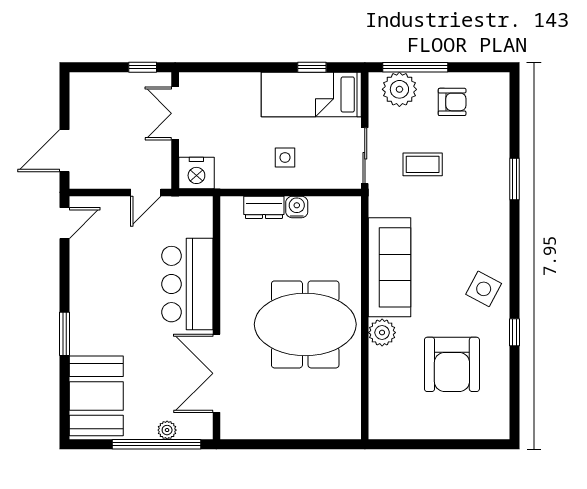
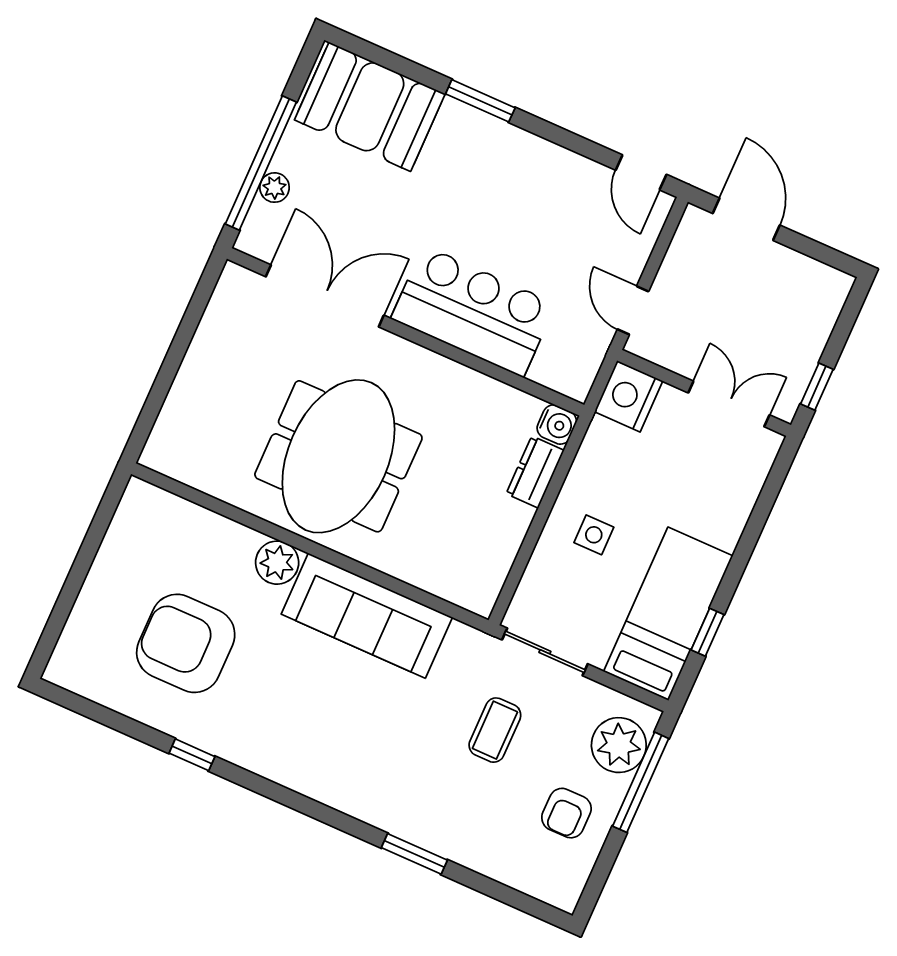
water cooler: (297, 207) -> (557, 425), moved
side table: (484, 289) -> (275, 738), removed

